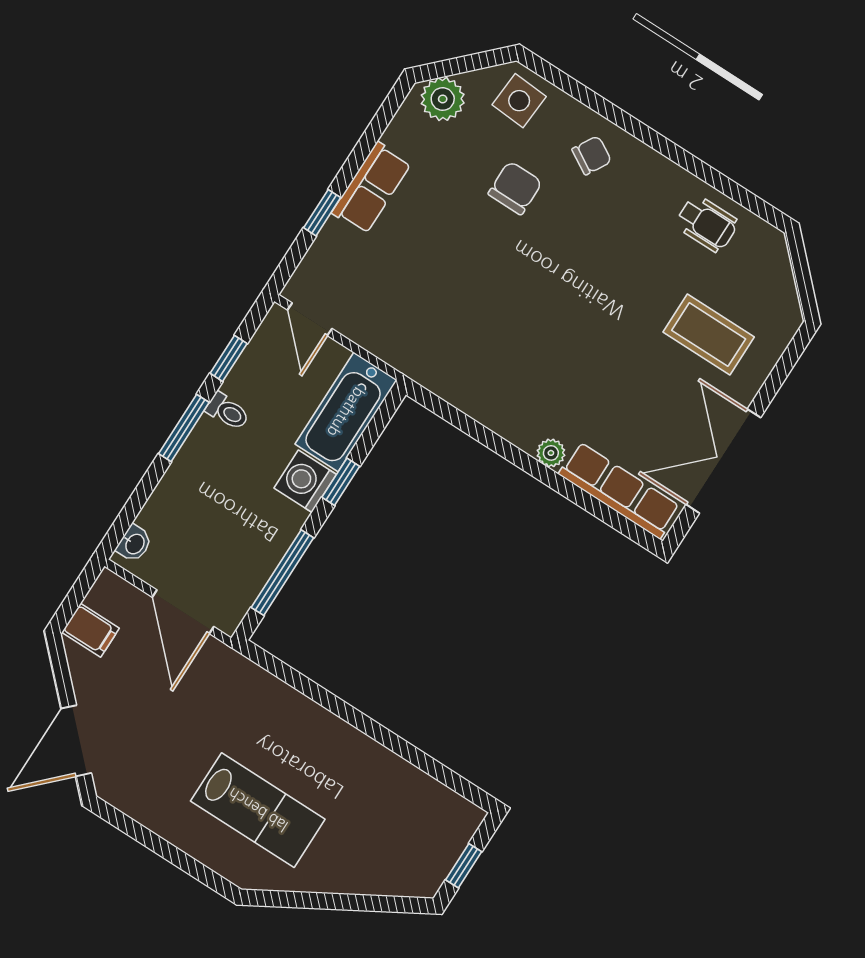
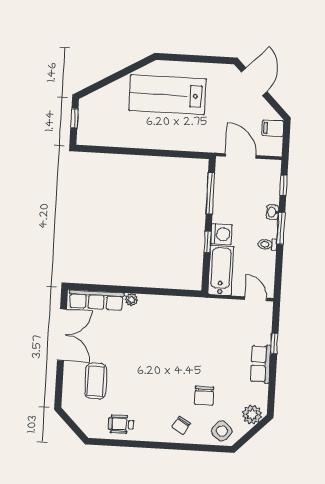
side table: (519, 101) -> (222, 431), turned 38
coffee table: (709, 335) -> (96, 381), turned 90
window: (229, 358) -> (283, 185), moved
washbasin: (134, 544) -> (273, 212), moved
lab bench: (258, 810) -> (167, 95), width x1.36, depth x1.39

